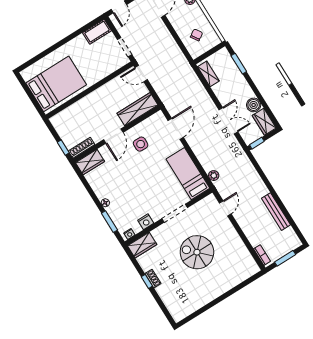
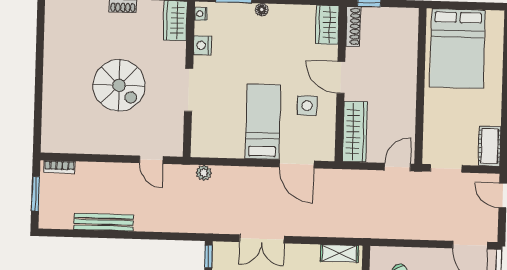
bed: (188, 174) -> (263, 122), moved, turned -90
spiral stairs: (197, 252) -> (119, 85), turned 90

